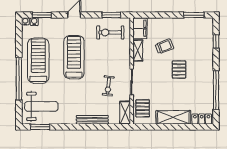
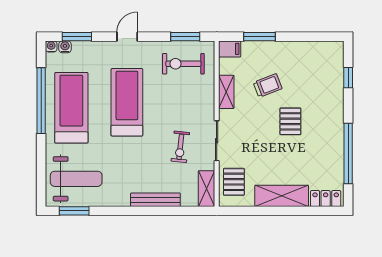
window: (194, 15) -> (260, 37), moved
filing cabinet: (140, 28) -> (230, 49), width x0.50
window: (19, 79) -> (41, 101), moved

